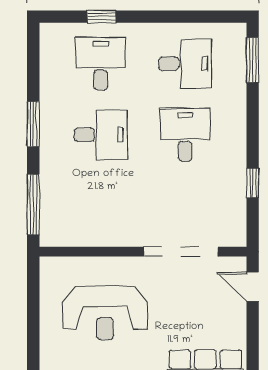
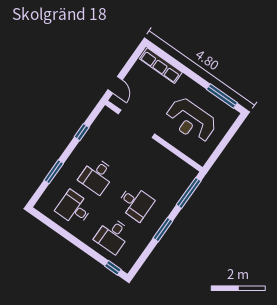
window: (102, 17) -> (113, 268), moved
window: (253, 60) -> (54, 172), moved
desk: (101, 135) -> (135, 203), turned 180
reception desk: (105, 313) -> (191, 120), turned 180

